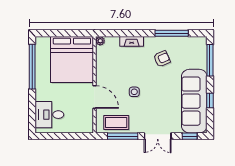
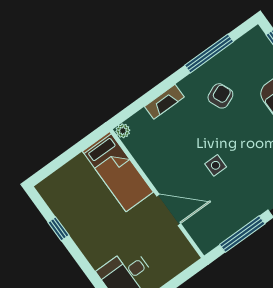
bed: (72, 59) -> (118, 172), width x0.49
window: (32, 67) -> (58, 229), width x0.32
coffee table: (116, 122) -> (221, 222), removed

